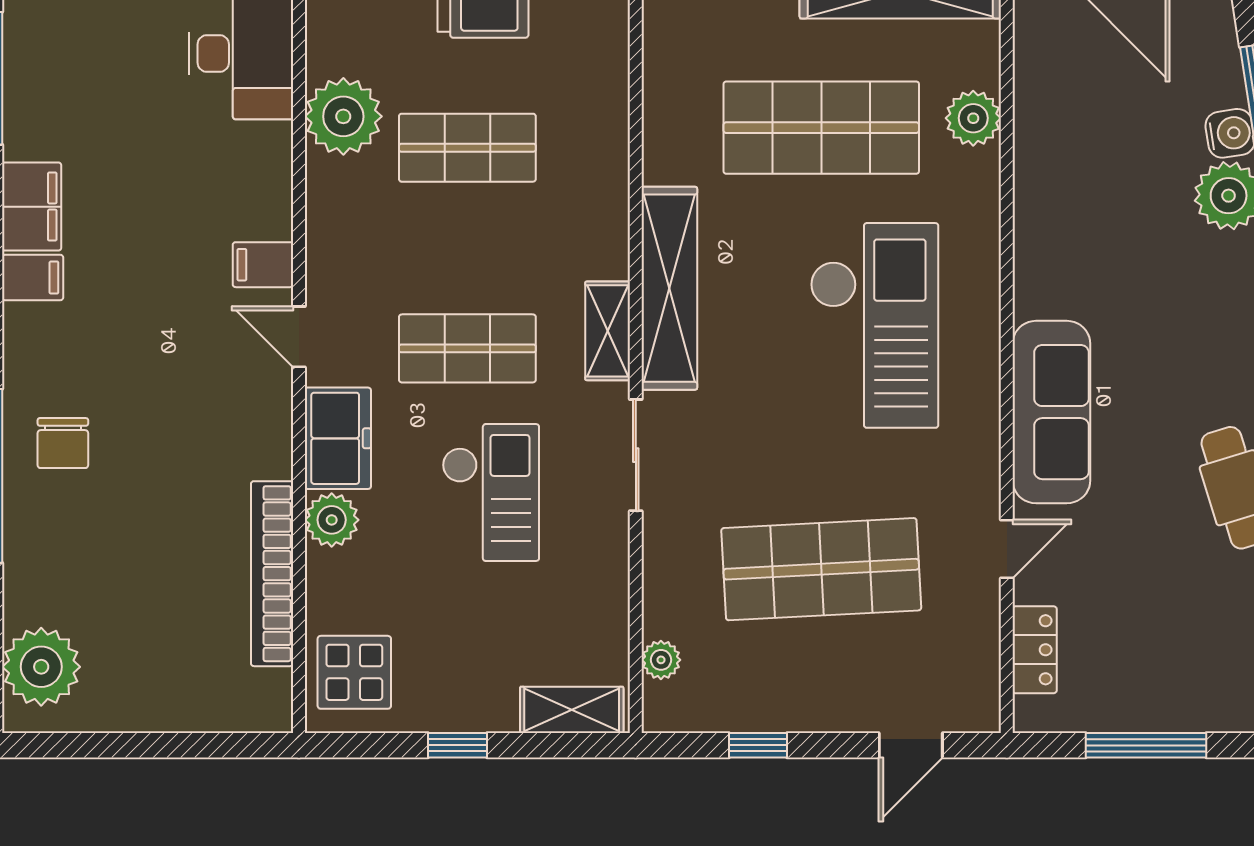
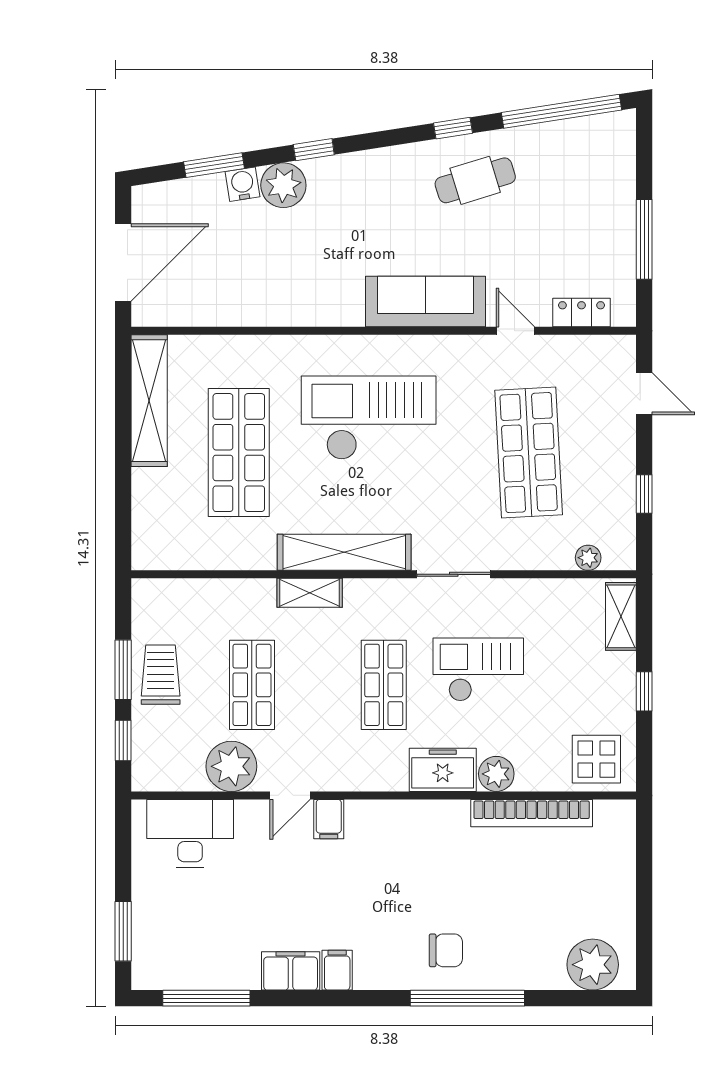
plant: (973, 118) -> (233, 353), removed
shelving: (608, 331) -> (310, 593), moved
door: (299, 337) -> (290, 795), moved

